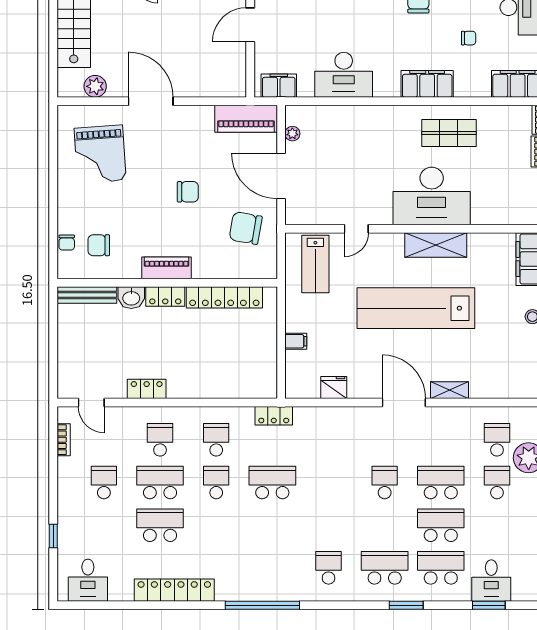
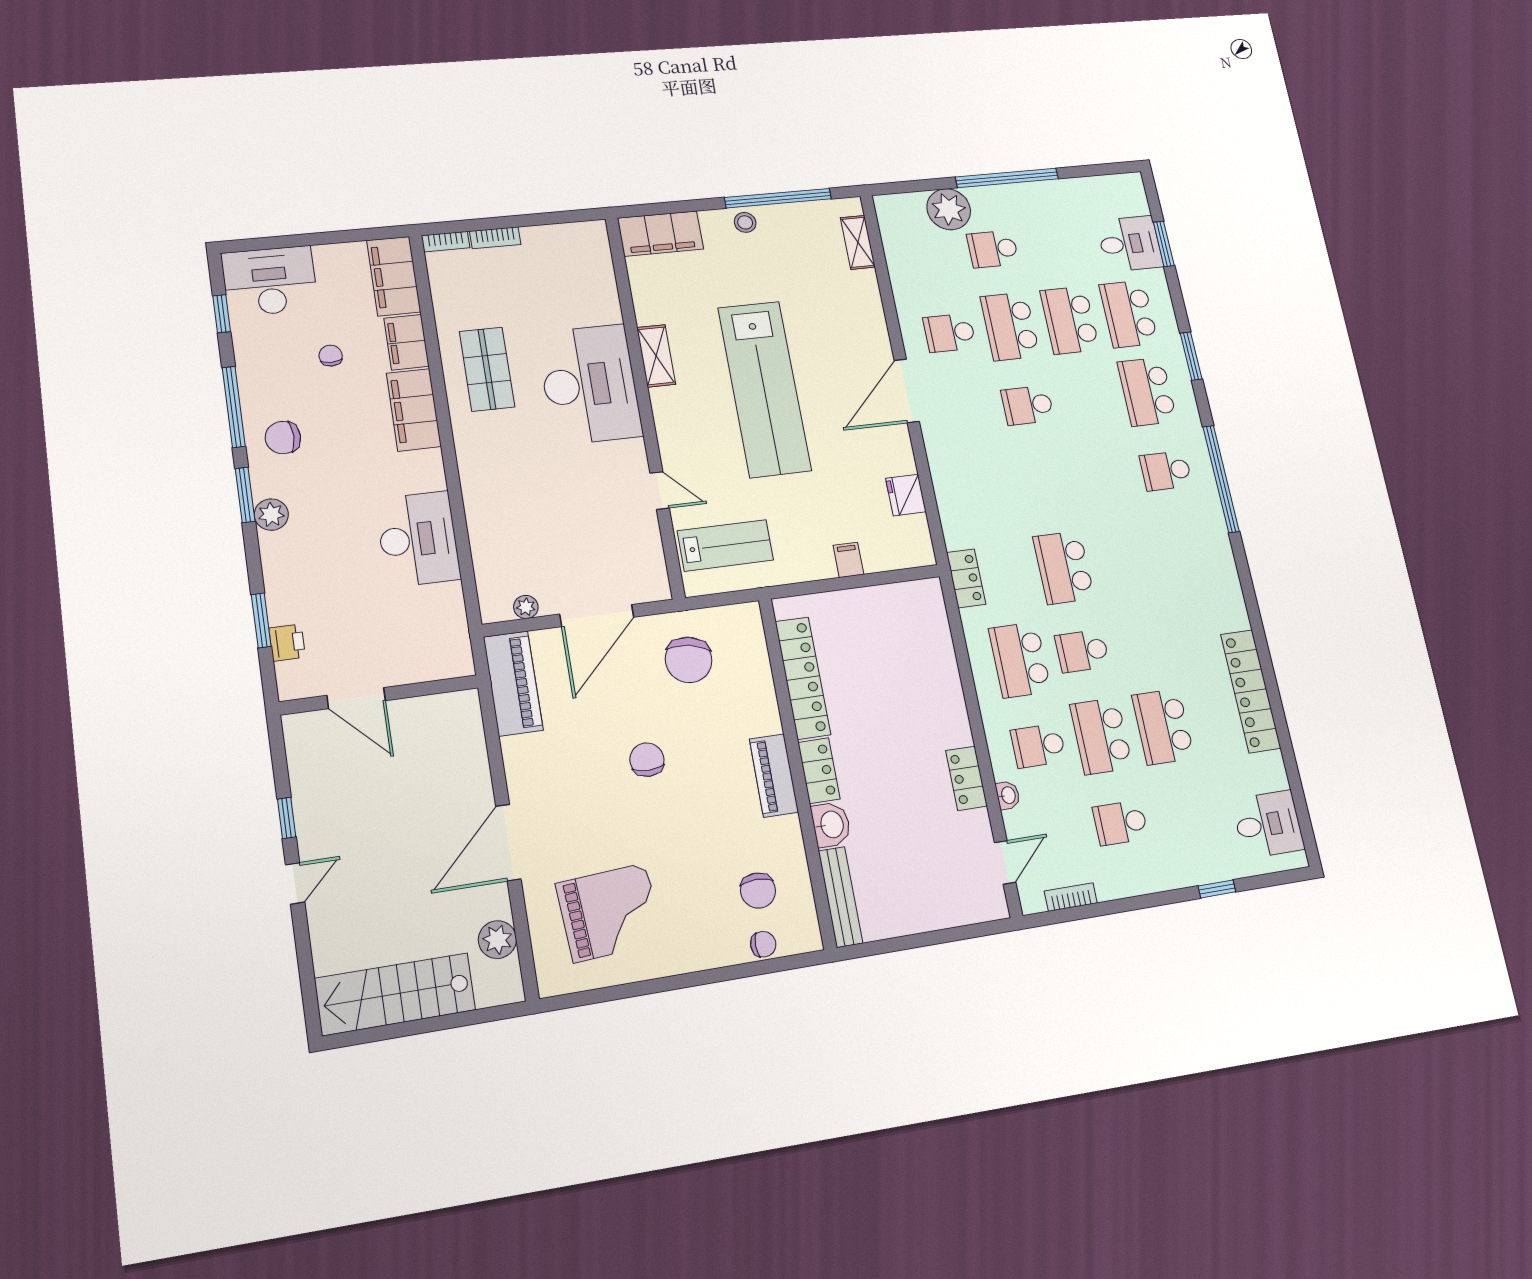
filing cabinet: (279, 86) -> (406, 342), moved
shelving: (436, 245) -> (656, 356), width x0.67, depth x0.75
shelving: (449, 390) -> (858, 242), moved
washbasin: (132, 413) -> (1008, 795), added
school desk: (216, 440) -> (1020, 660), width x1.85
school desk: (497, 440) -> (949, 333), moved
window: (262, 605) -> (1221, 479), moved

